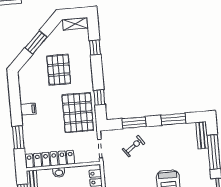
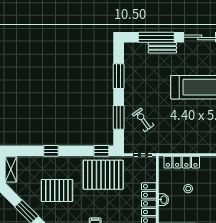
window: (95, 47) -> (51, 151), moved
window: (99, 97) -> (101, 151), moved
bench: (202, 135) -> (162, 48), moved

